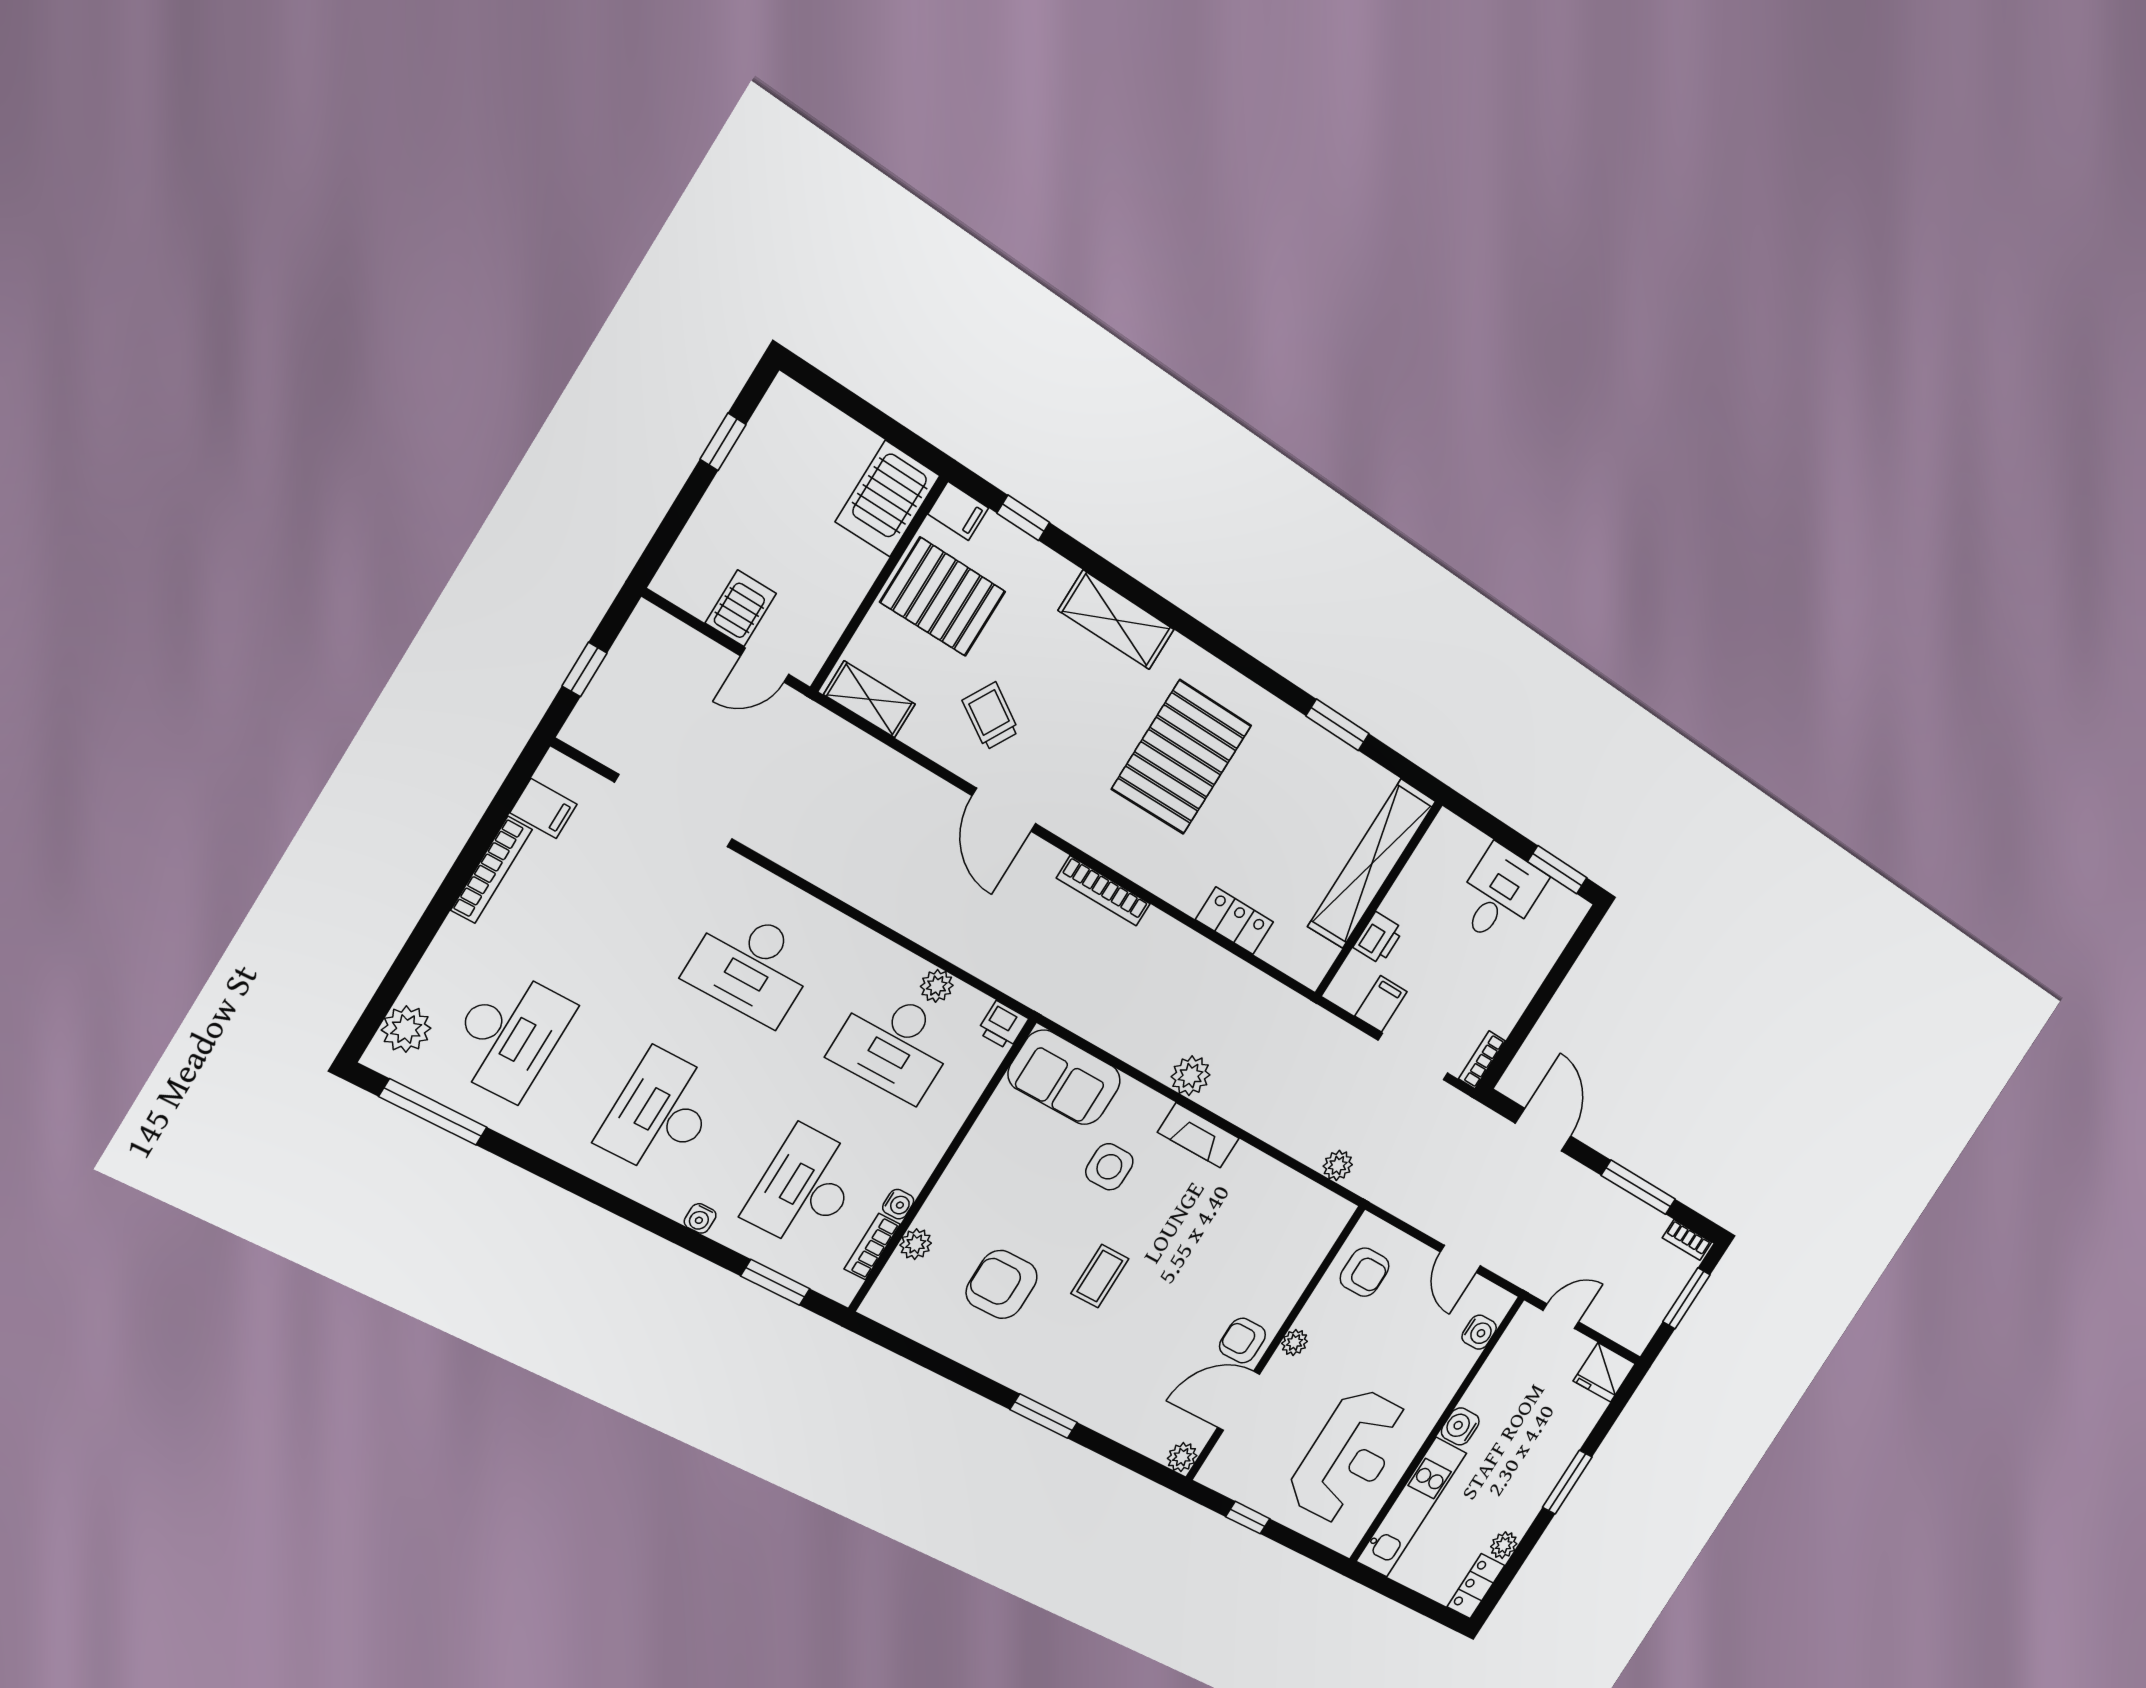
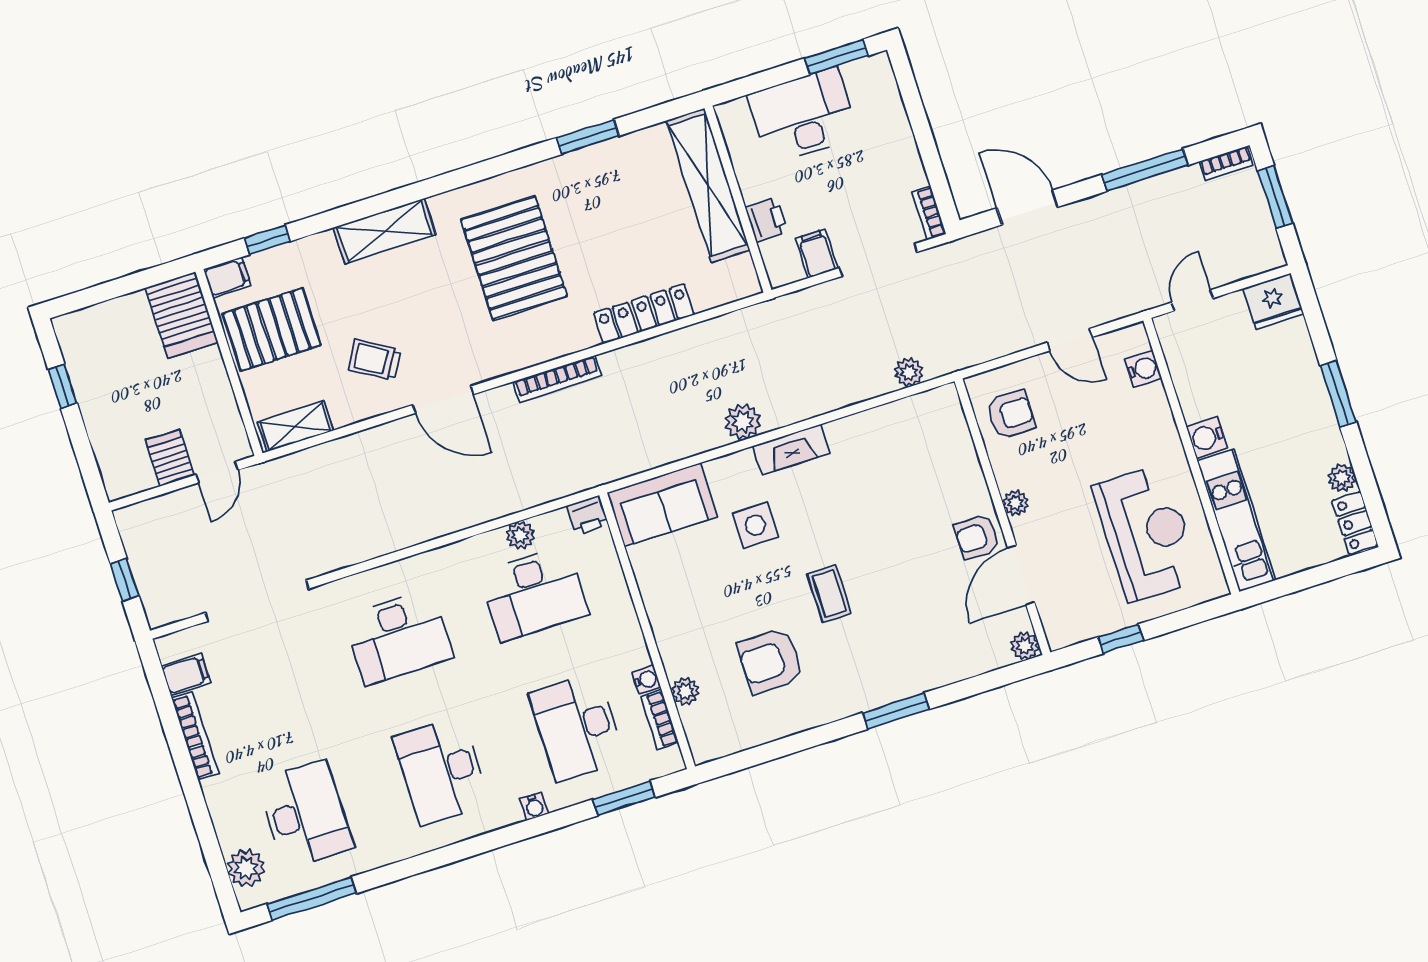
desk: (1499, 895) -> (803, 116), width x1.37
locker: (1234, 921) -> (644, 314), width x1.53

